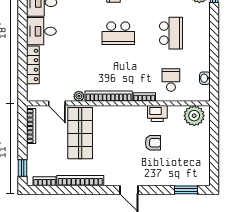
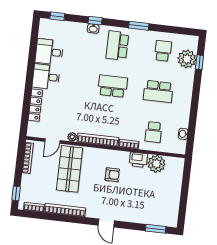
school desk: (118, 33) -> (113, 86), turned 180
school desk: (171, 33) -> (158, 91), turned 90
school desk: (171, 80) -> (154, 132), turned 180
door: (57, 103) -> (52, 141), hinge flipped
plant: (194, 116) -> (156, 164), moved
armchair: (153, 143) -> (112, 175), moved

